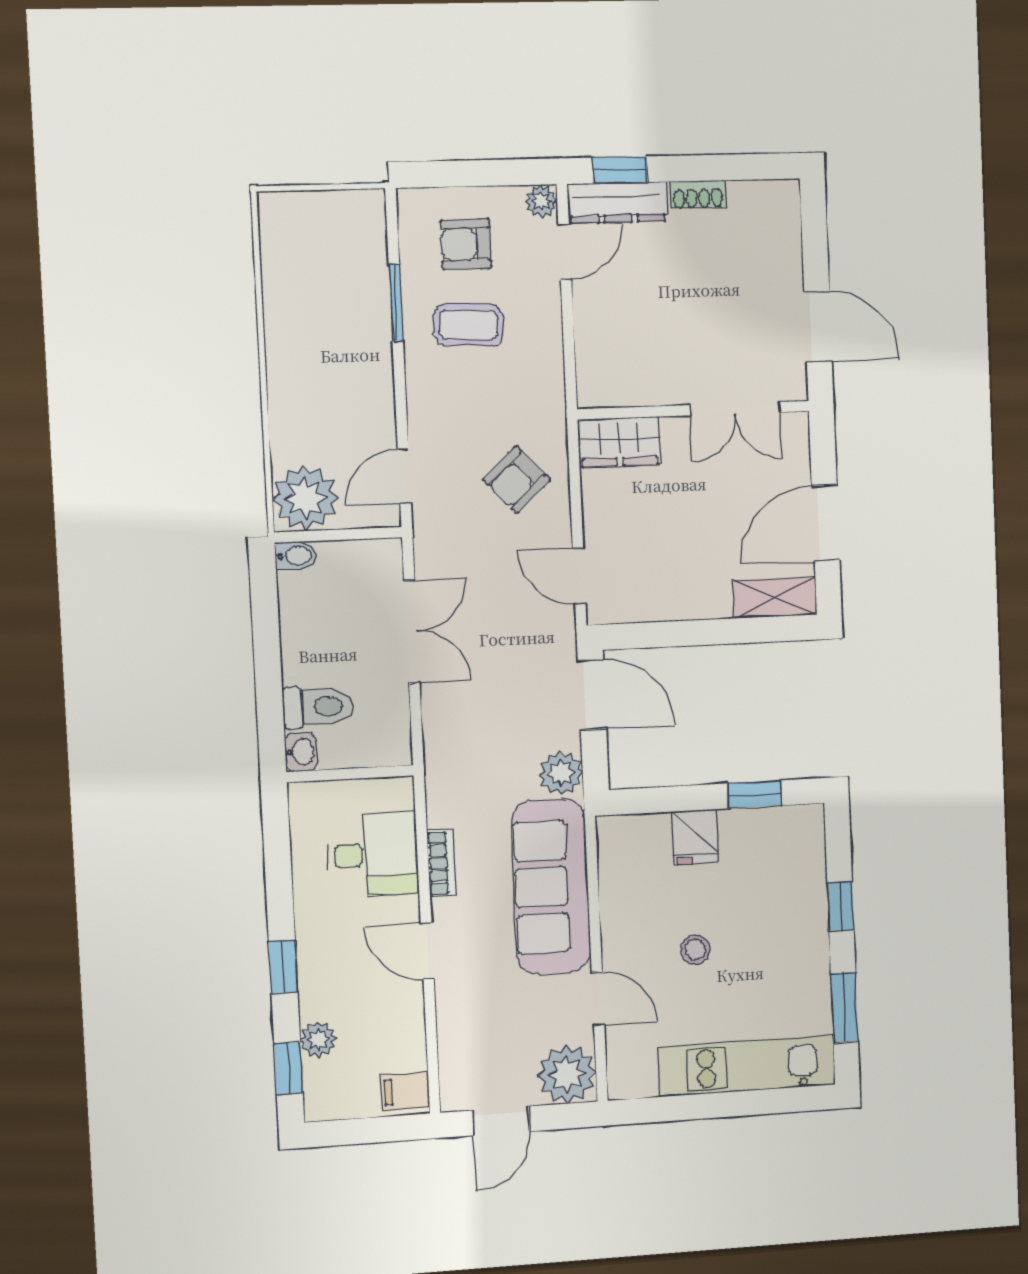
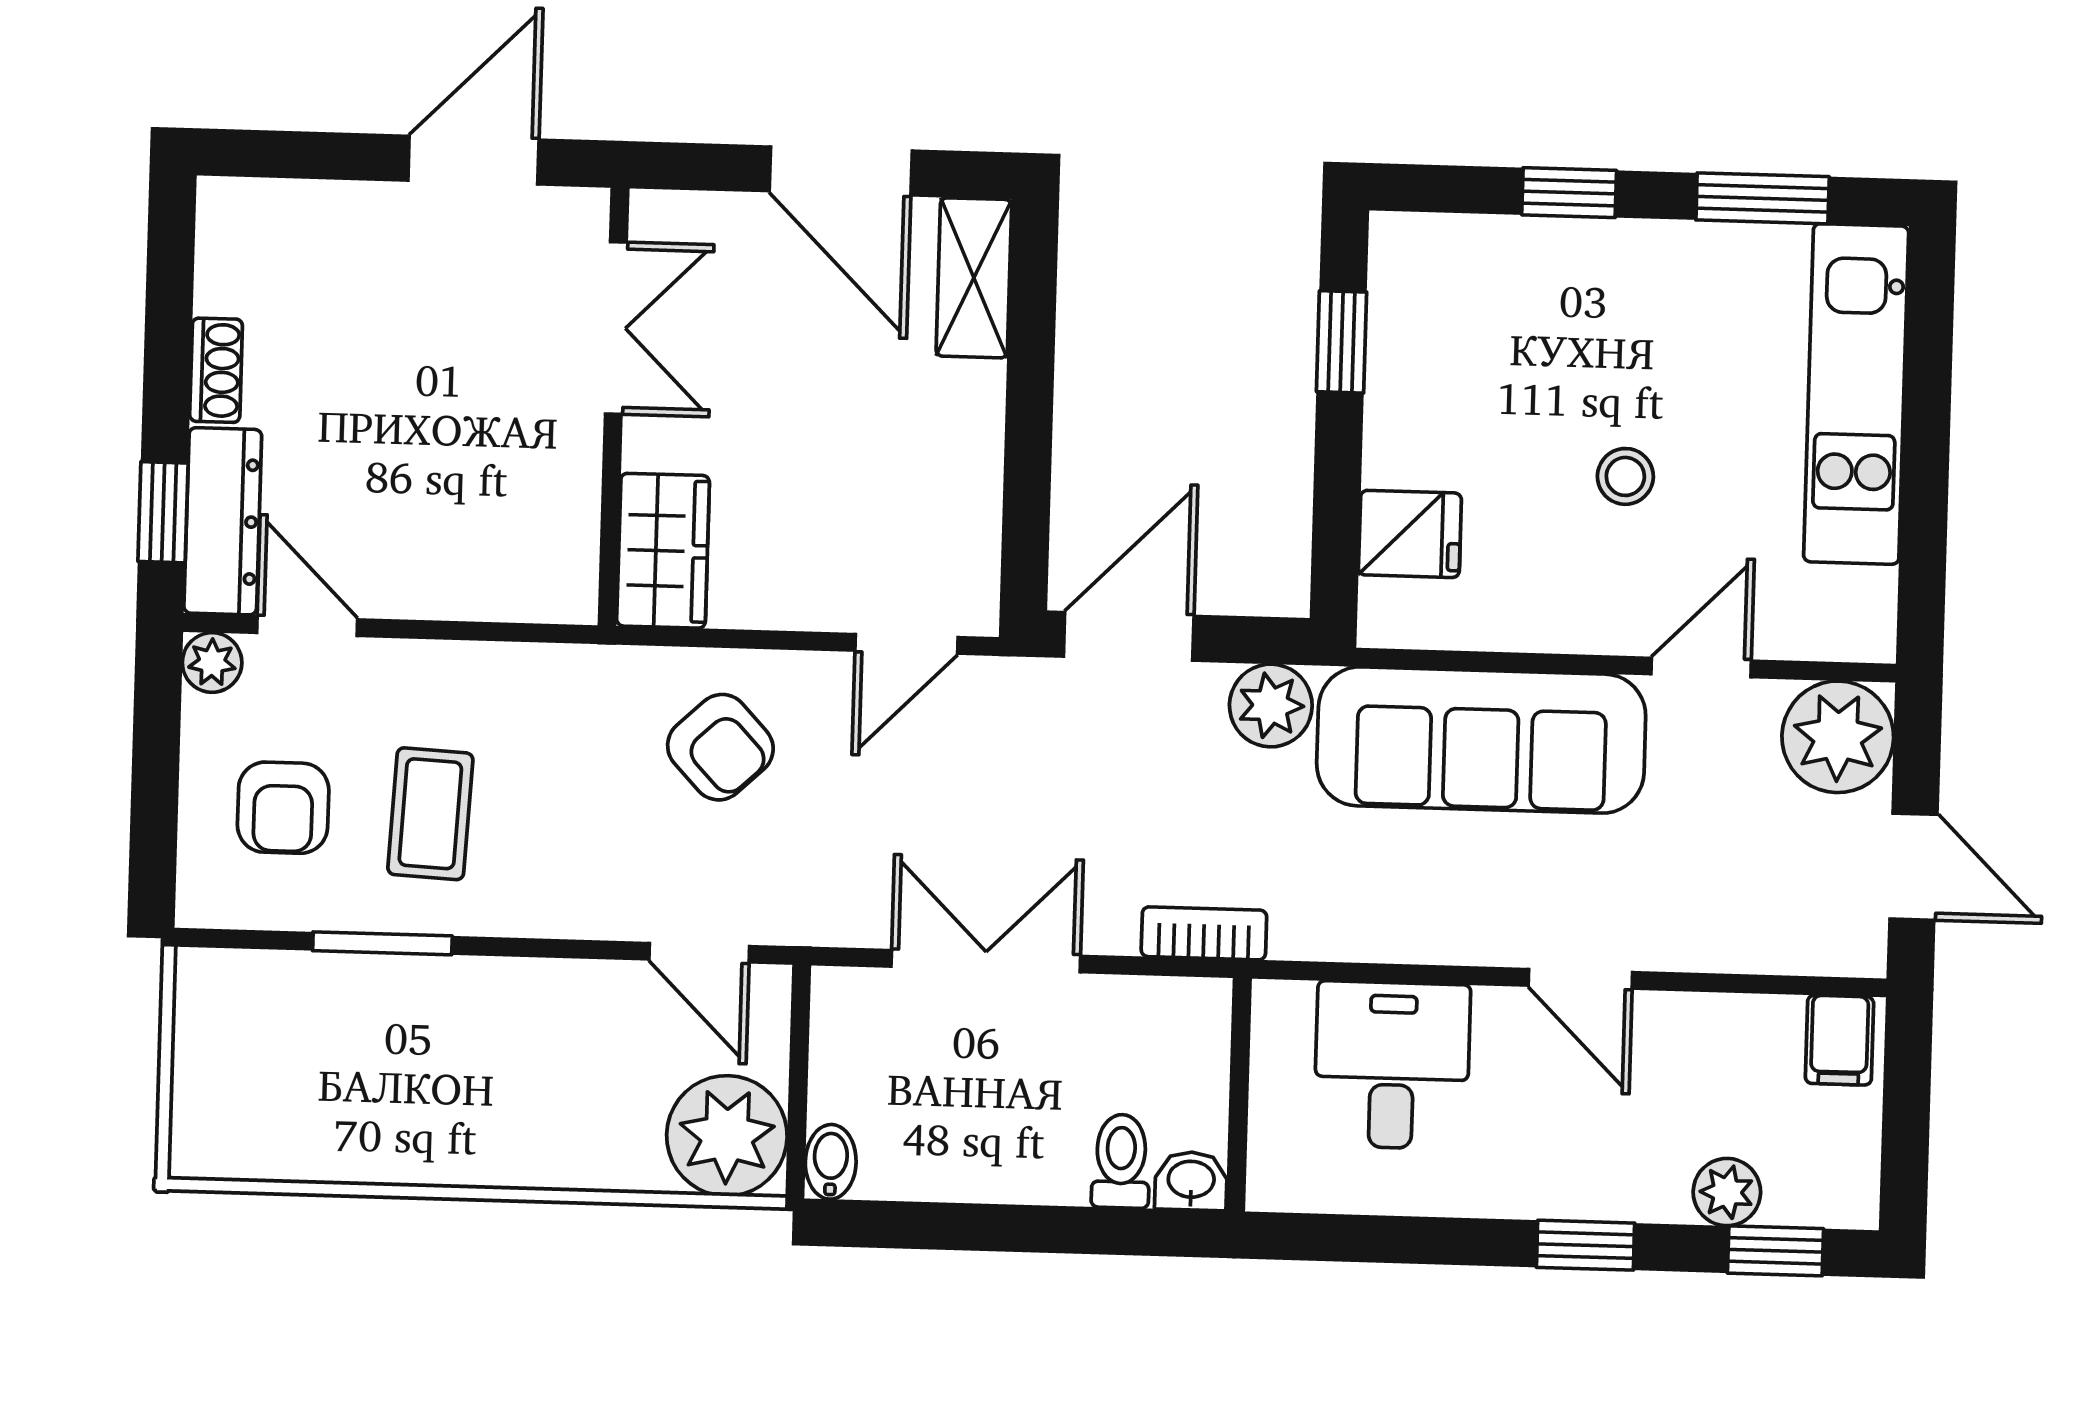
toilet: (318, 707) -> (1121, 1161), width x0.73, depth x0.72
fridge: (695, 837) -> (1410, 534), moved
bookcase: (442, 863) -> (1204, 933), moved
door: (427, 951) -> (1580, 979), hinge flipped

